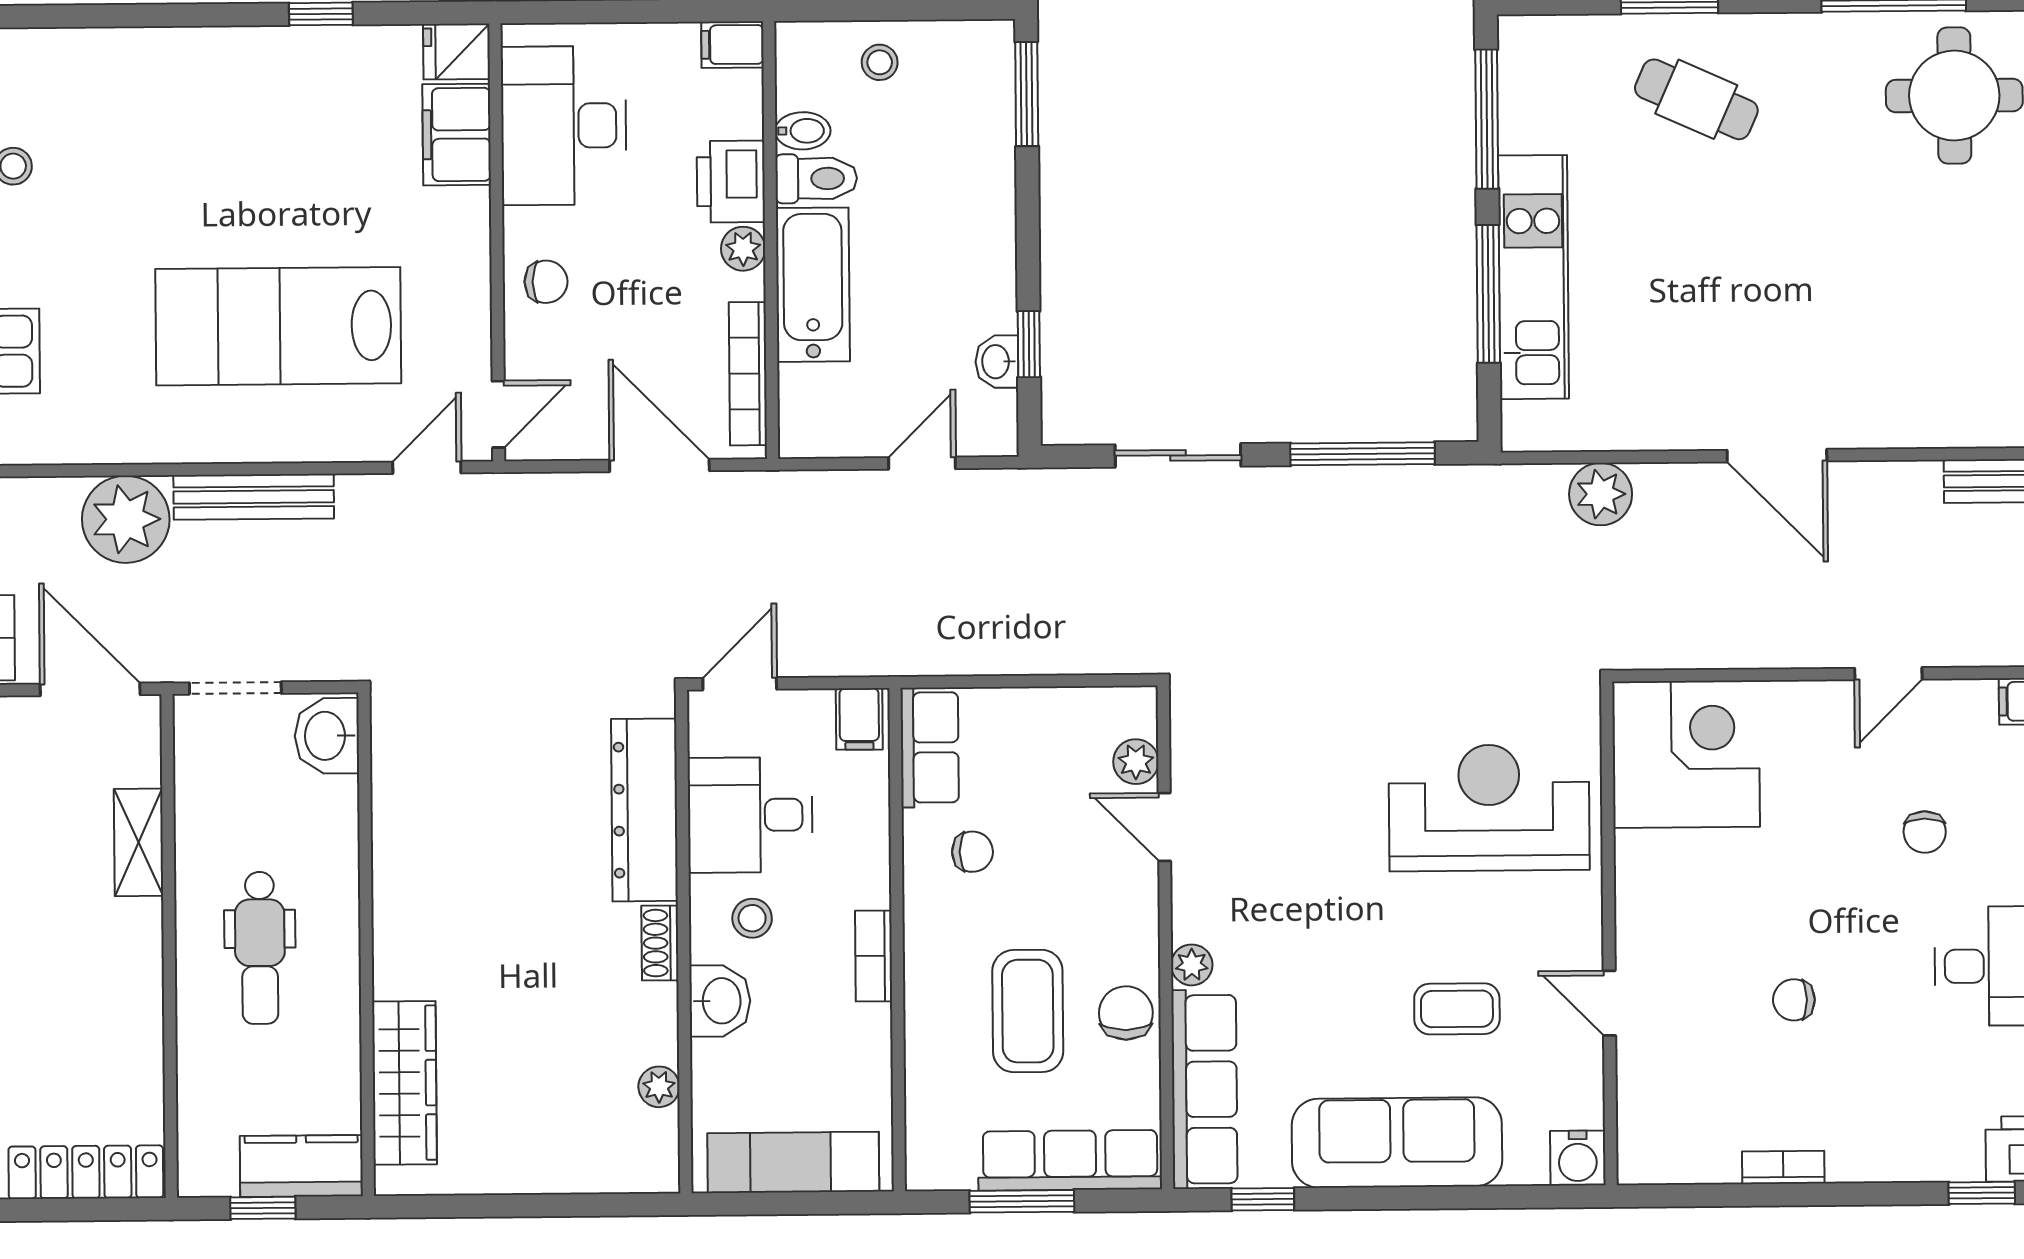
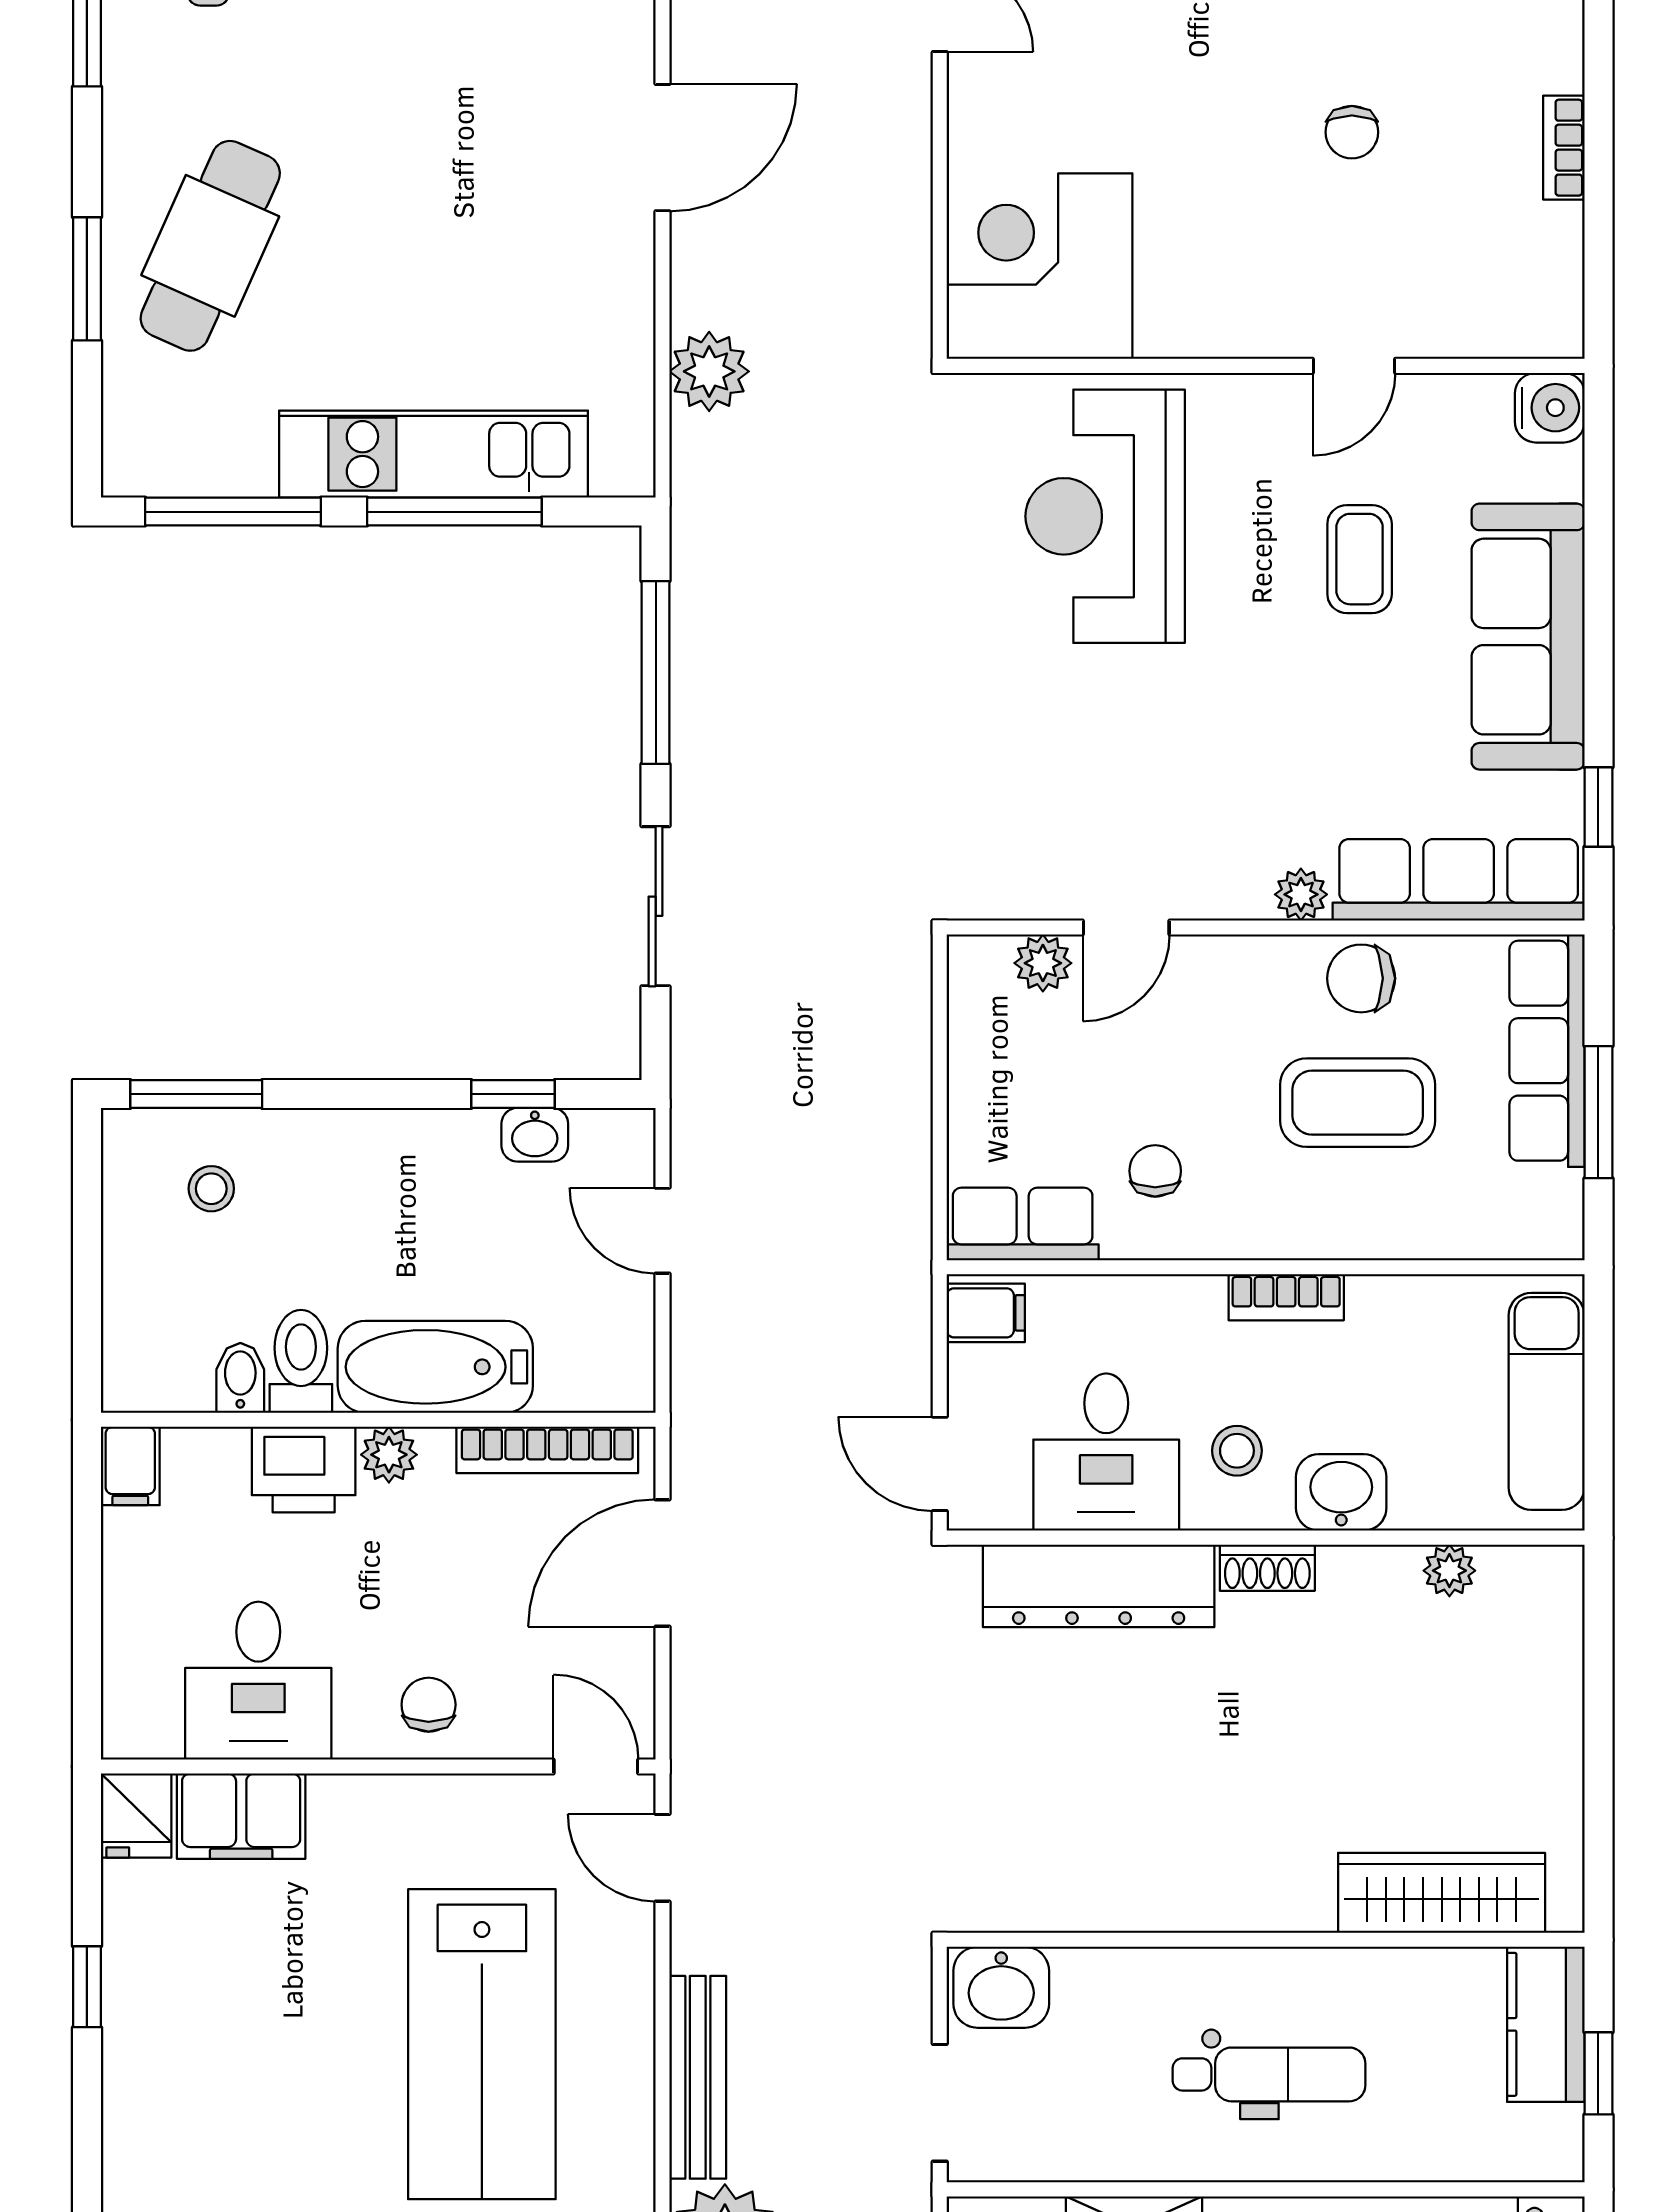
stool: (880, 62) -> (211, 1189), moved
cafe table: (1696, 99) -> (210, 246), width x1.37, depth x1.35
desk: (564, 126) -> (258, 1681), width x0.73

